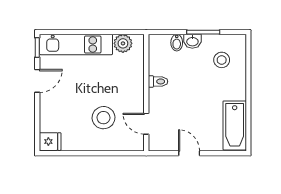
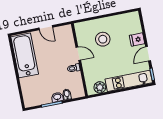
stool: (222, 60) -> (37, 89), removed
door: (146, 124) -> (78, 54), moved
bathtub: (235, 125) -> (25, 55), width x1.36, depth x1.36
fridge: (50, 142) -> (137, 40), moved

